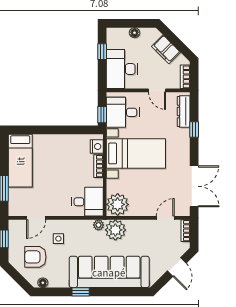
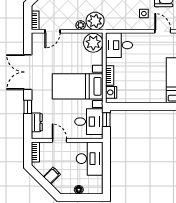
filing cabinet: (166, 49) -> (52, 176), width x0.50
window: (102, 52) -> (106, 174), removed
dresser: (184, 111) -> (37, 122), width x0.70
double door: (194, 186) -> (28, 72), moved
door: (36, 218) -> (163, 31), hinge flipped
plant: (98, 225) -> (81, 25), moved

